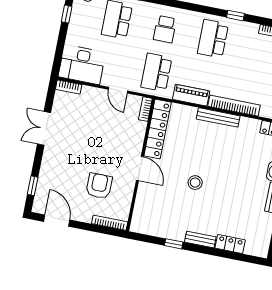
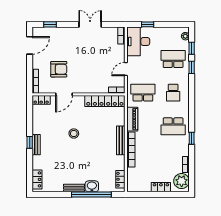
window: (67, 14) -> (148, 24), moved
school desk: (165, 29) -> (173, 93), turned -90
school desk: (213, 39) -> (173, 126), turned 180
door: (140, 168) -> (64, 94), moved
locker: (138, 220) -> (41, 100), added
window: (174, 244) -> (30, 142), moved
locker: (230, 244) -> (37, 179), moved

